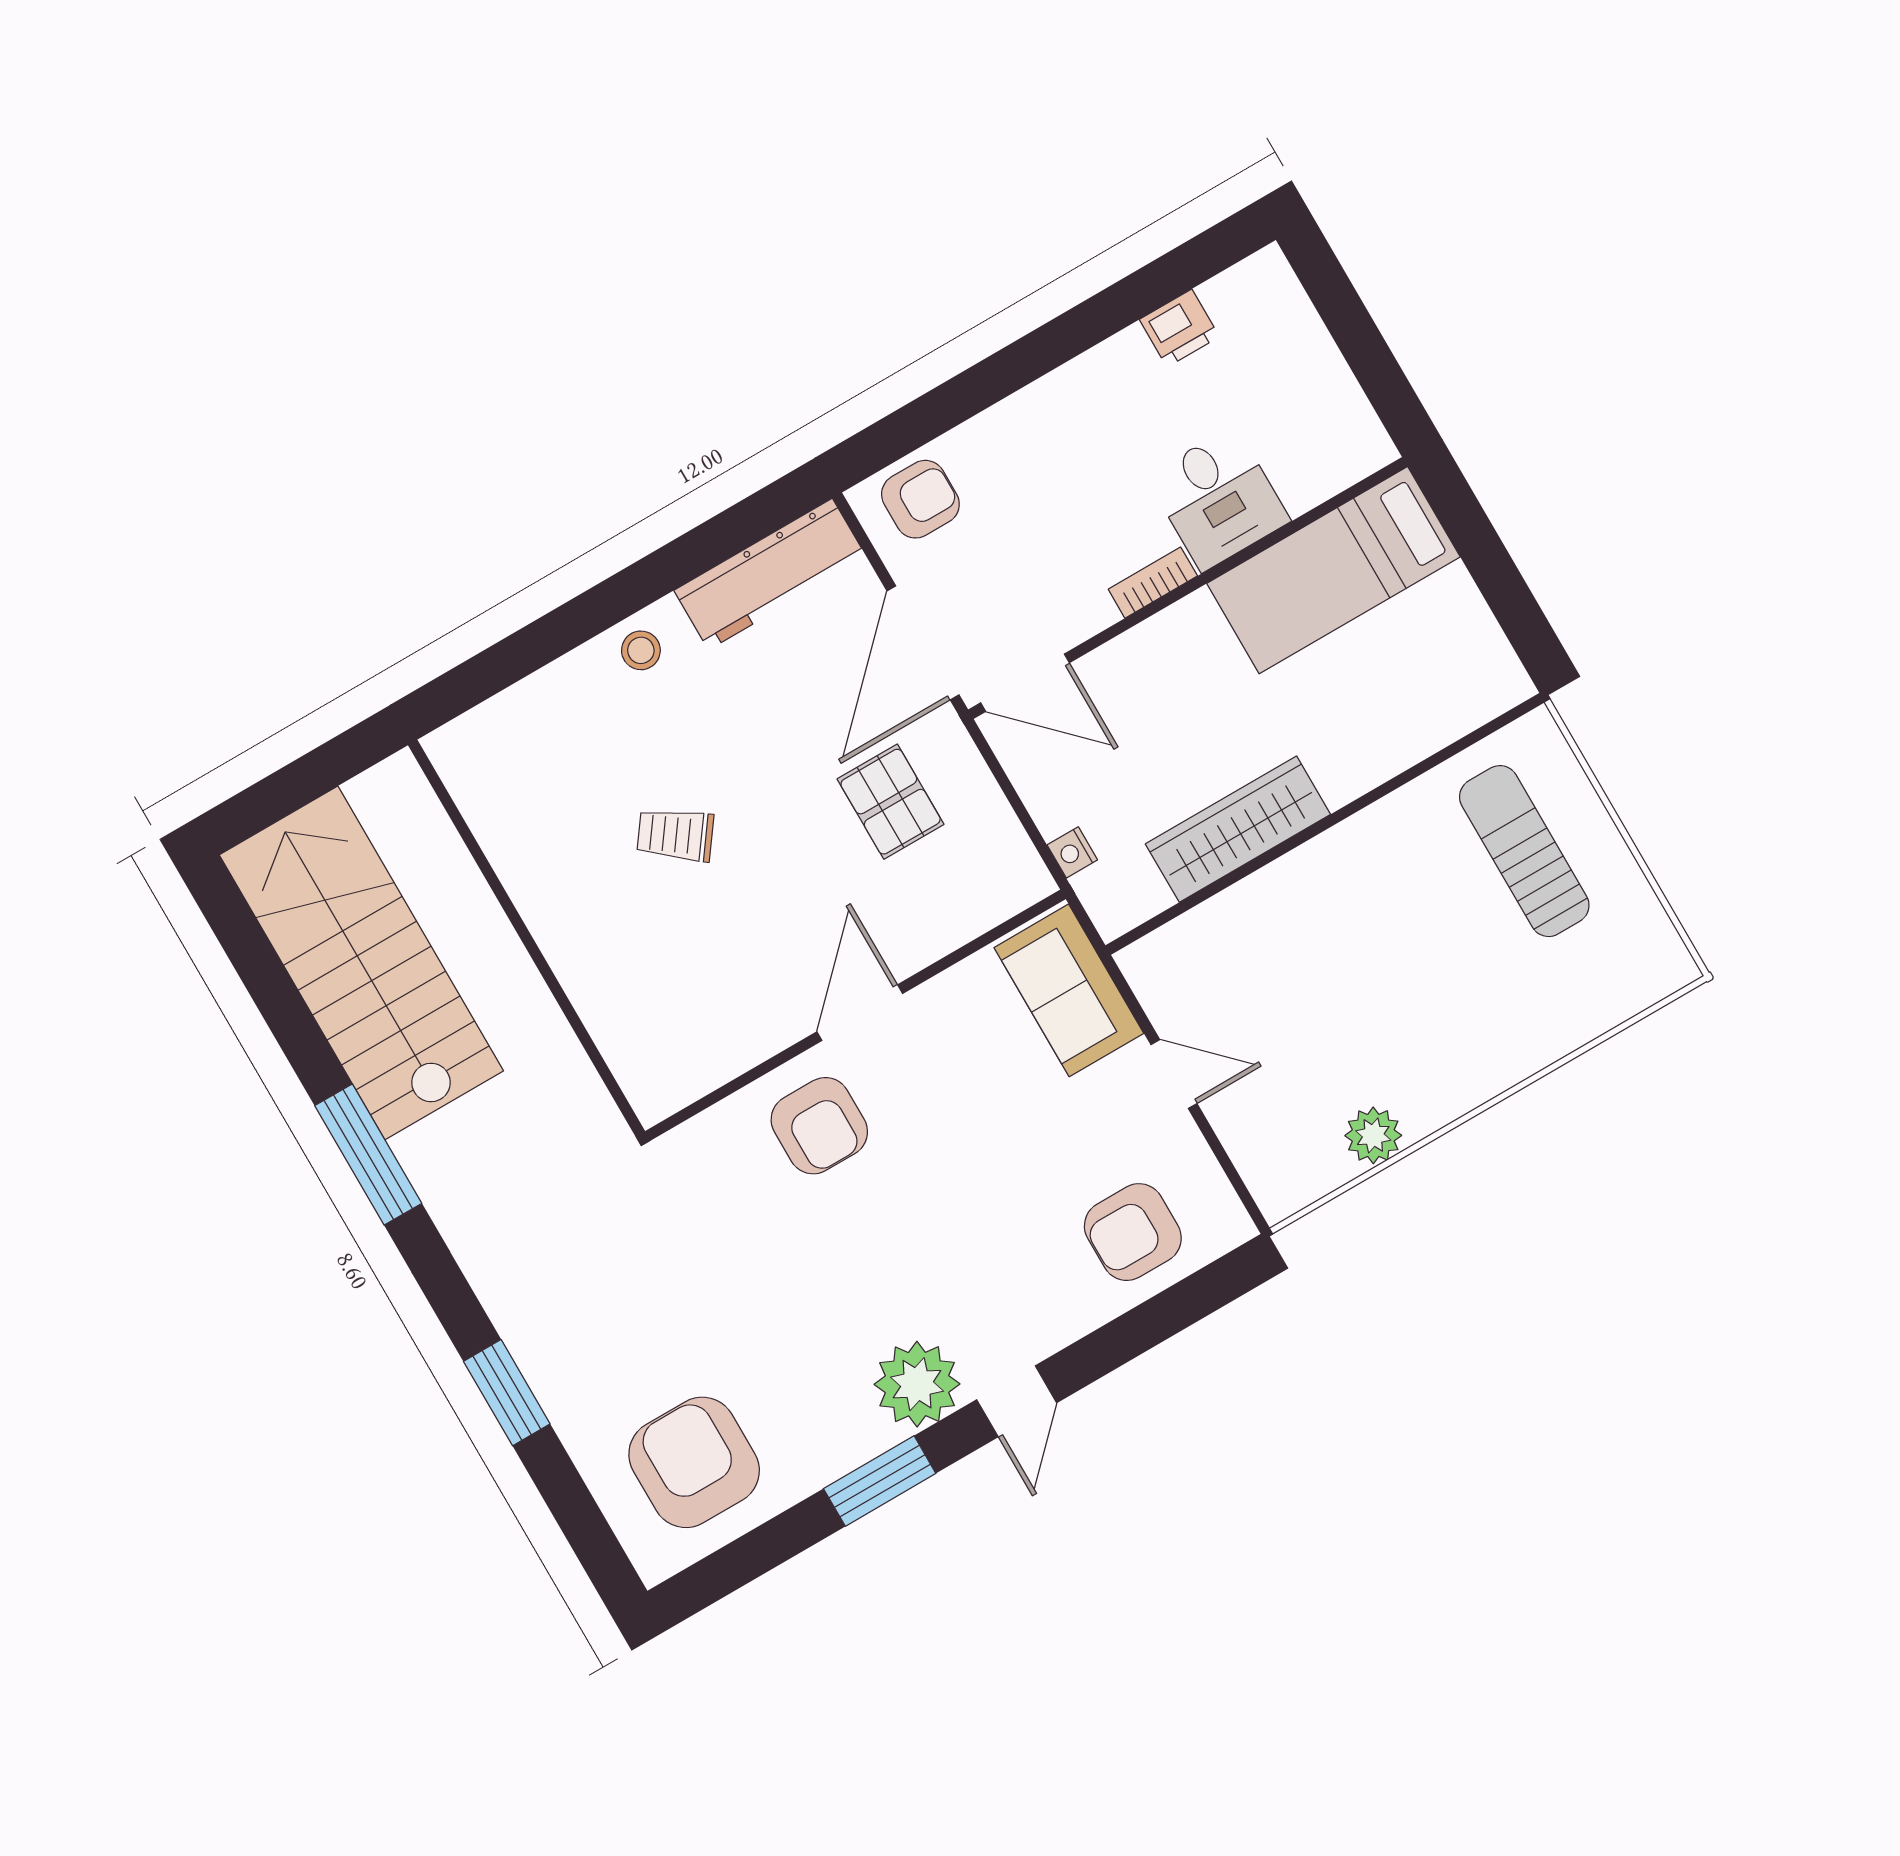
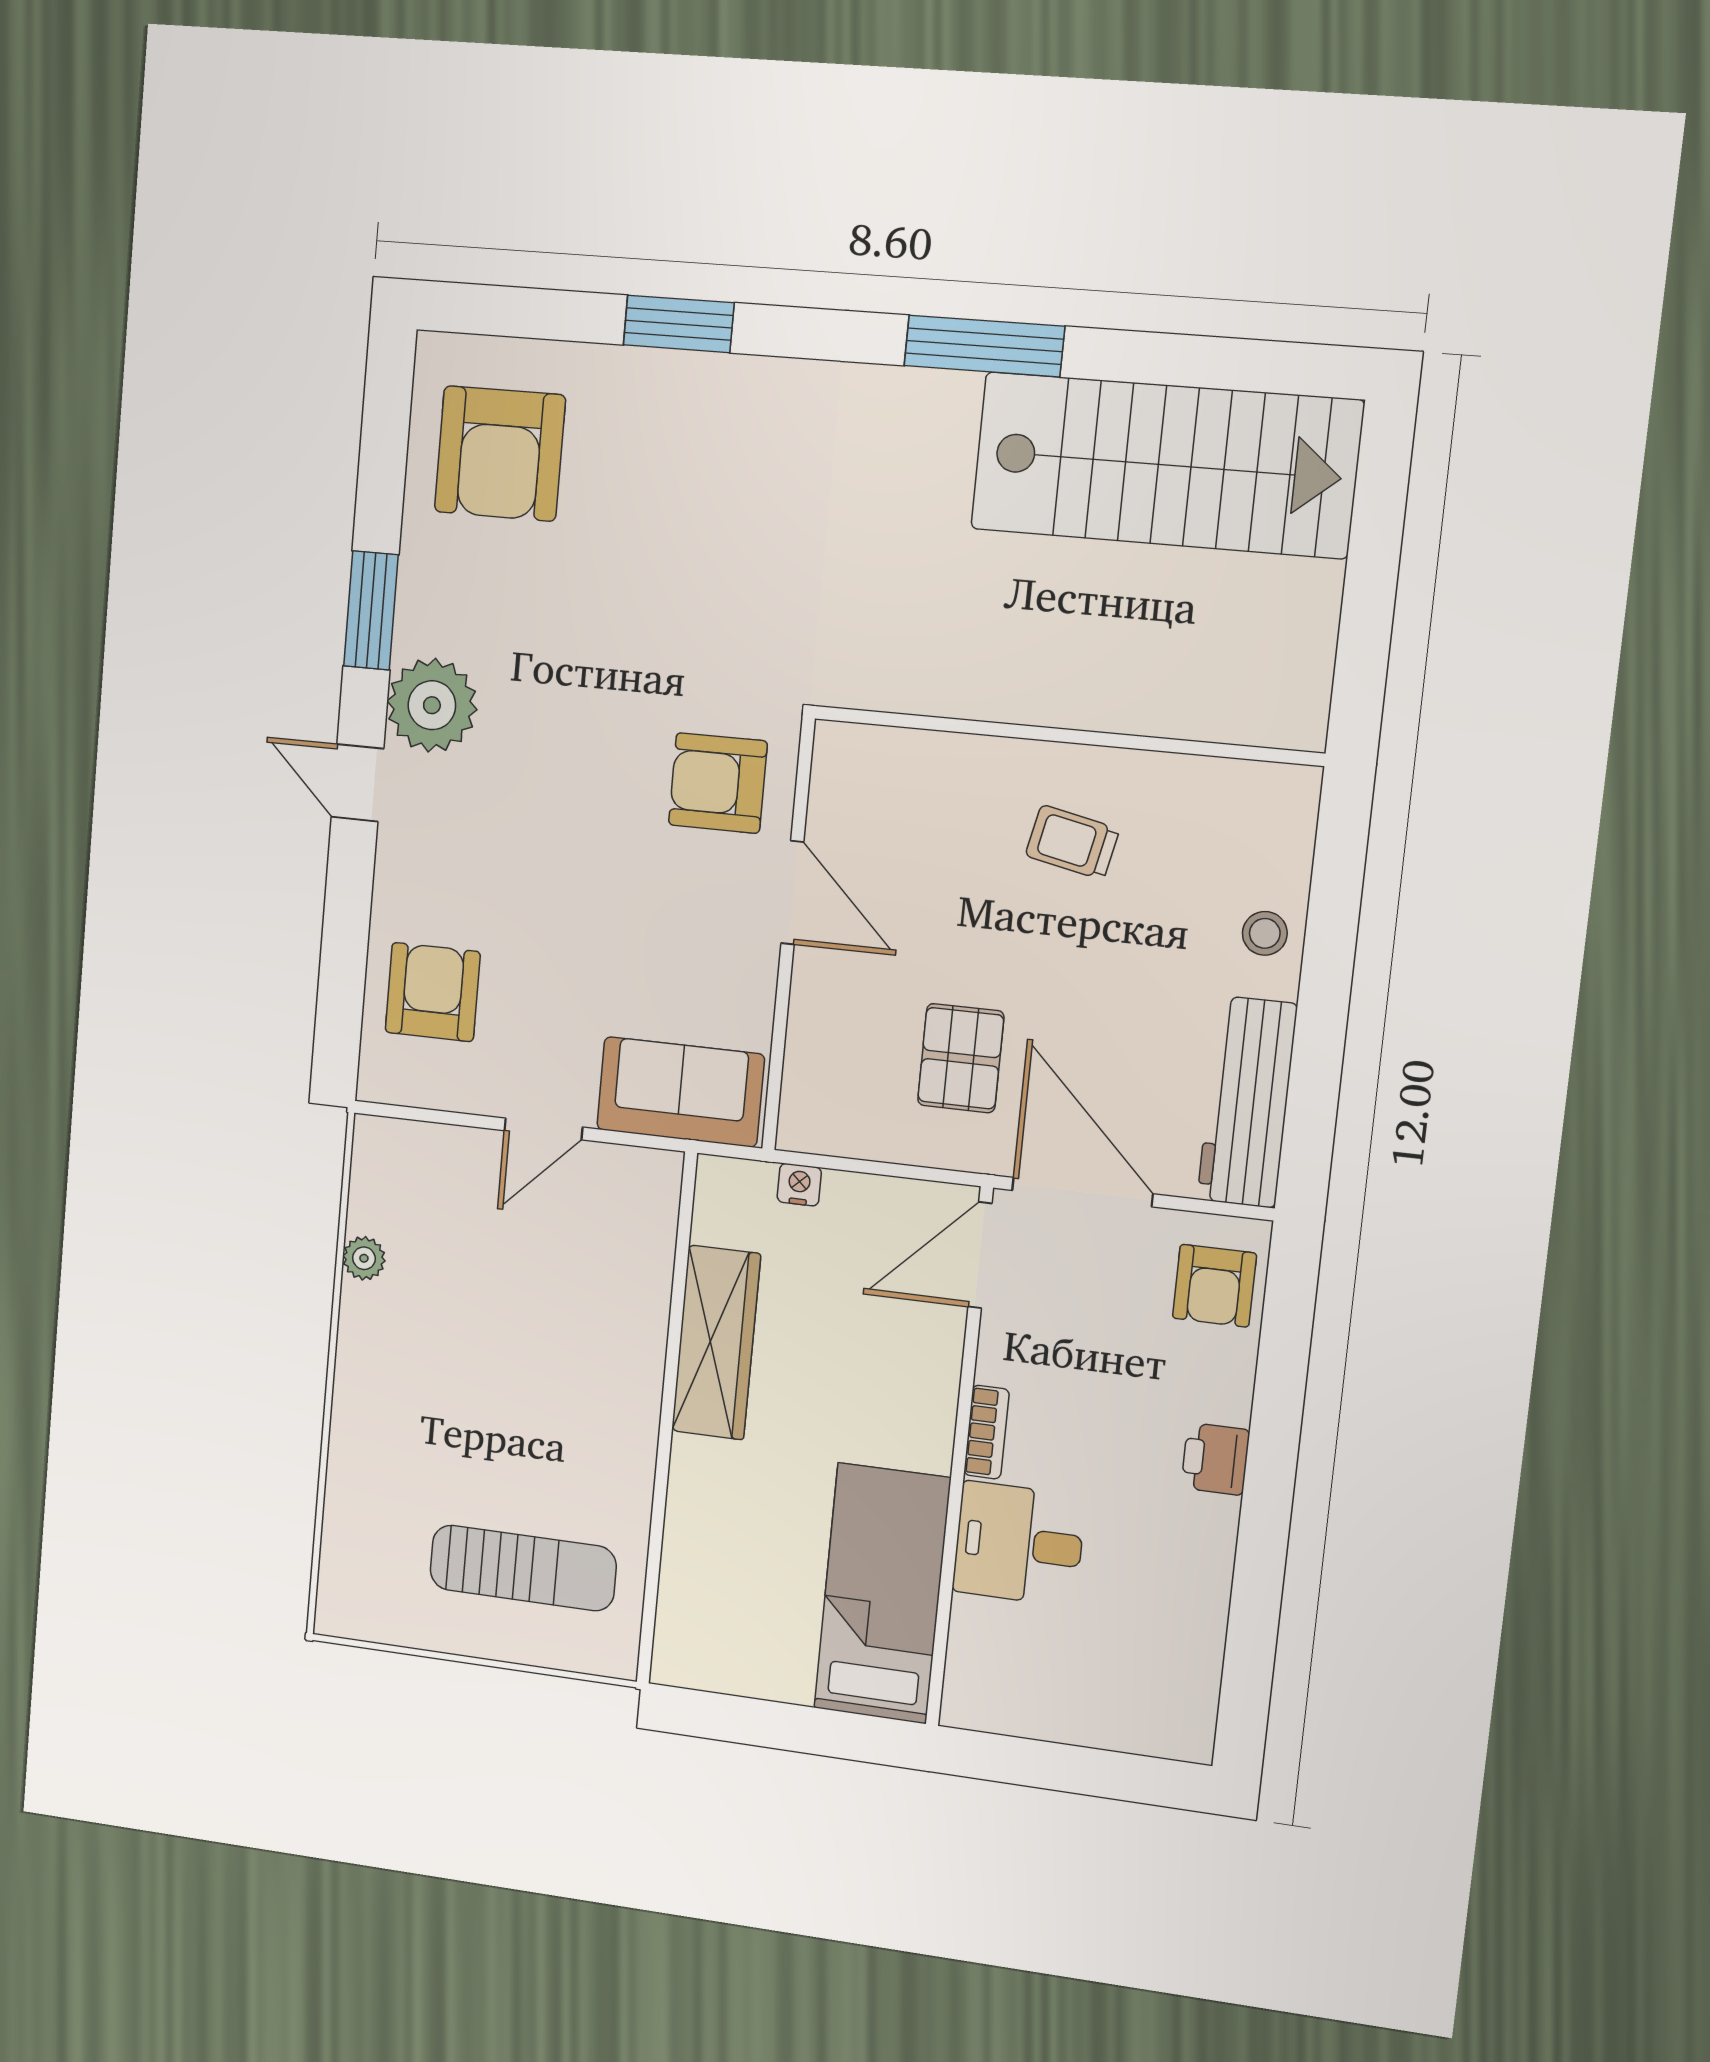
printer: (1179, 328) -> (1215, 1459), moved
pallet: (891, 802) -> (961, 1058), turned 90
trolley: (675, 835) -> (1072, 842), turned -114
wall: (527, 938) -> (1067, 736), moved
plant: (1373, 1135) -> (364, 1258), width x0.73, depth x0.73
armchair: (694, 1462) -> (500, 454), turned 90

